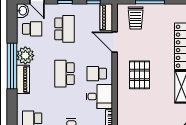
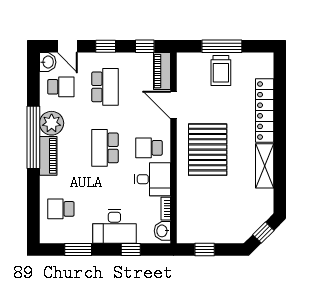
trolley: (136, 18) -> (221, 71), moved
pallet: (140, 75) -> (208, 150), width x1.37, depth x1.41

